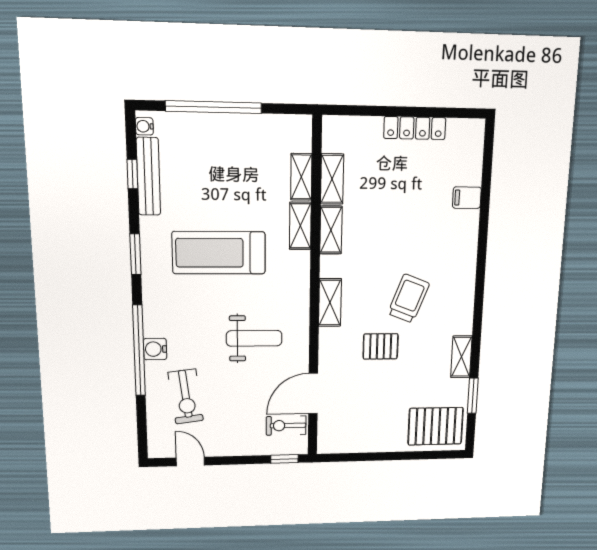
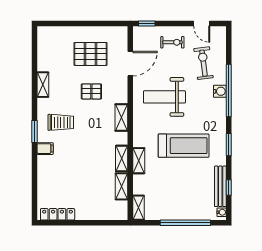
locker: (415, 128) -> (58, 214), moved
shelving: (301, 177) -> (139, 208), moved
filing cabinet: (467, 198) -> (45, 149), moved
trolley: (409, 299) -> (61, 122), moved, turned -111
weight bench: (254, 338) -> (164, 97), width x1.36, depth x1.33
window: (473, 396) -> (34, 132), moved
exercise bike: (286, 426) -> (172, 42), moved
pallet: (436, 426) -> (91, 54), moved

